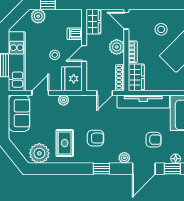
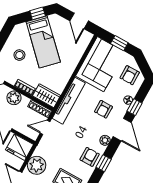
door: (105, 93) -> (45, 127), swing flipped
plant: (64, 100) -> (37, 165), width x1.88, depth x1.88
armchair: (95, 138) -> (90, 157), moved
armchair: (154, 140) -> (103, 109), turned 180

